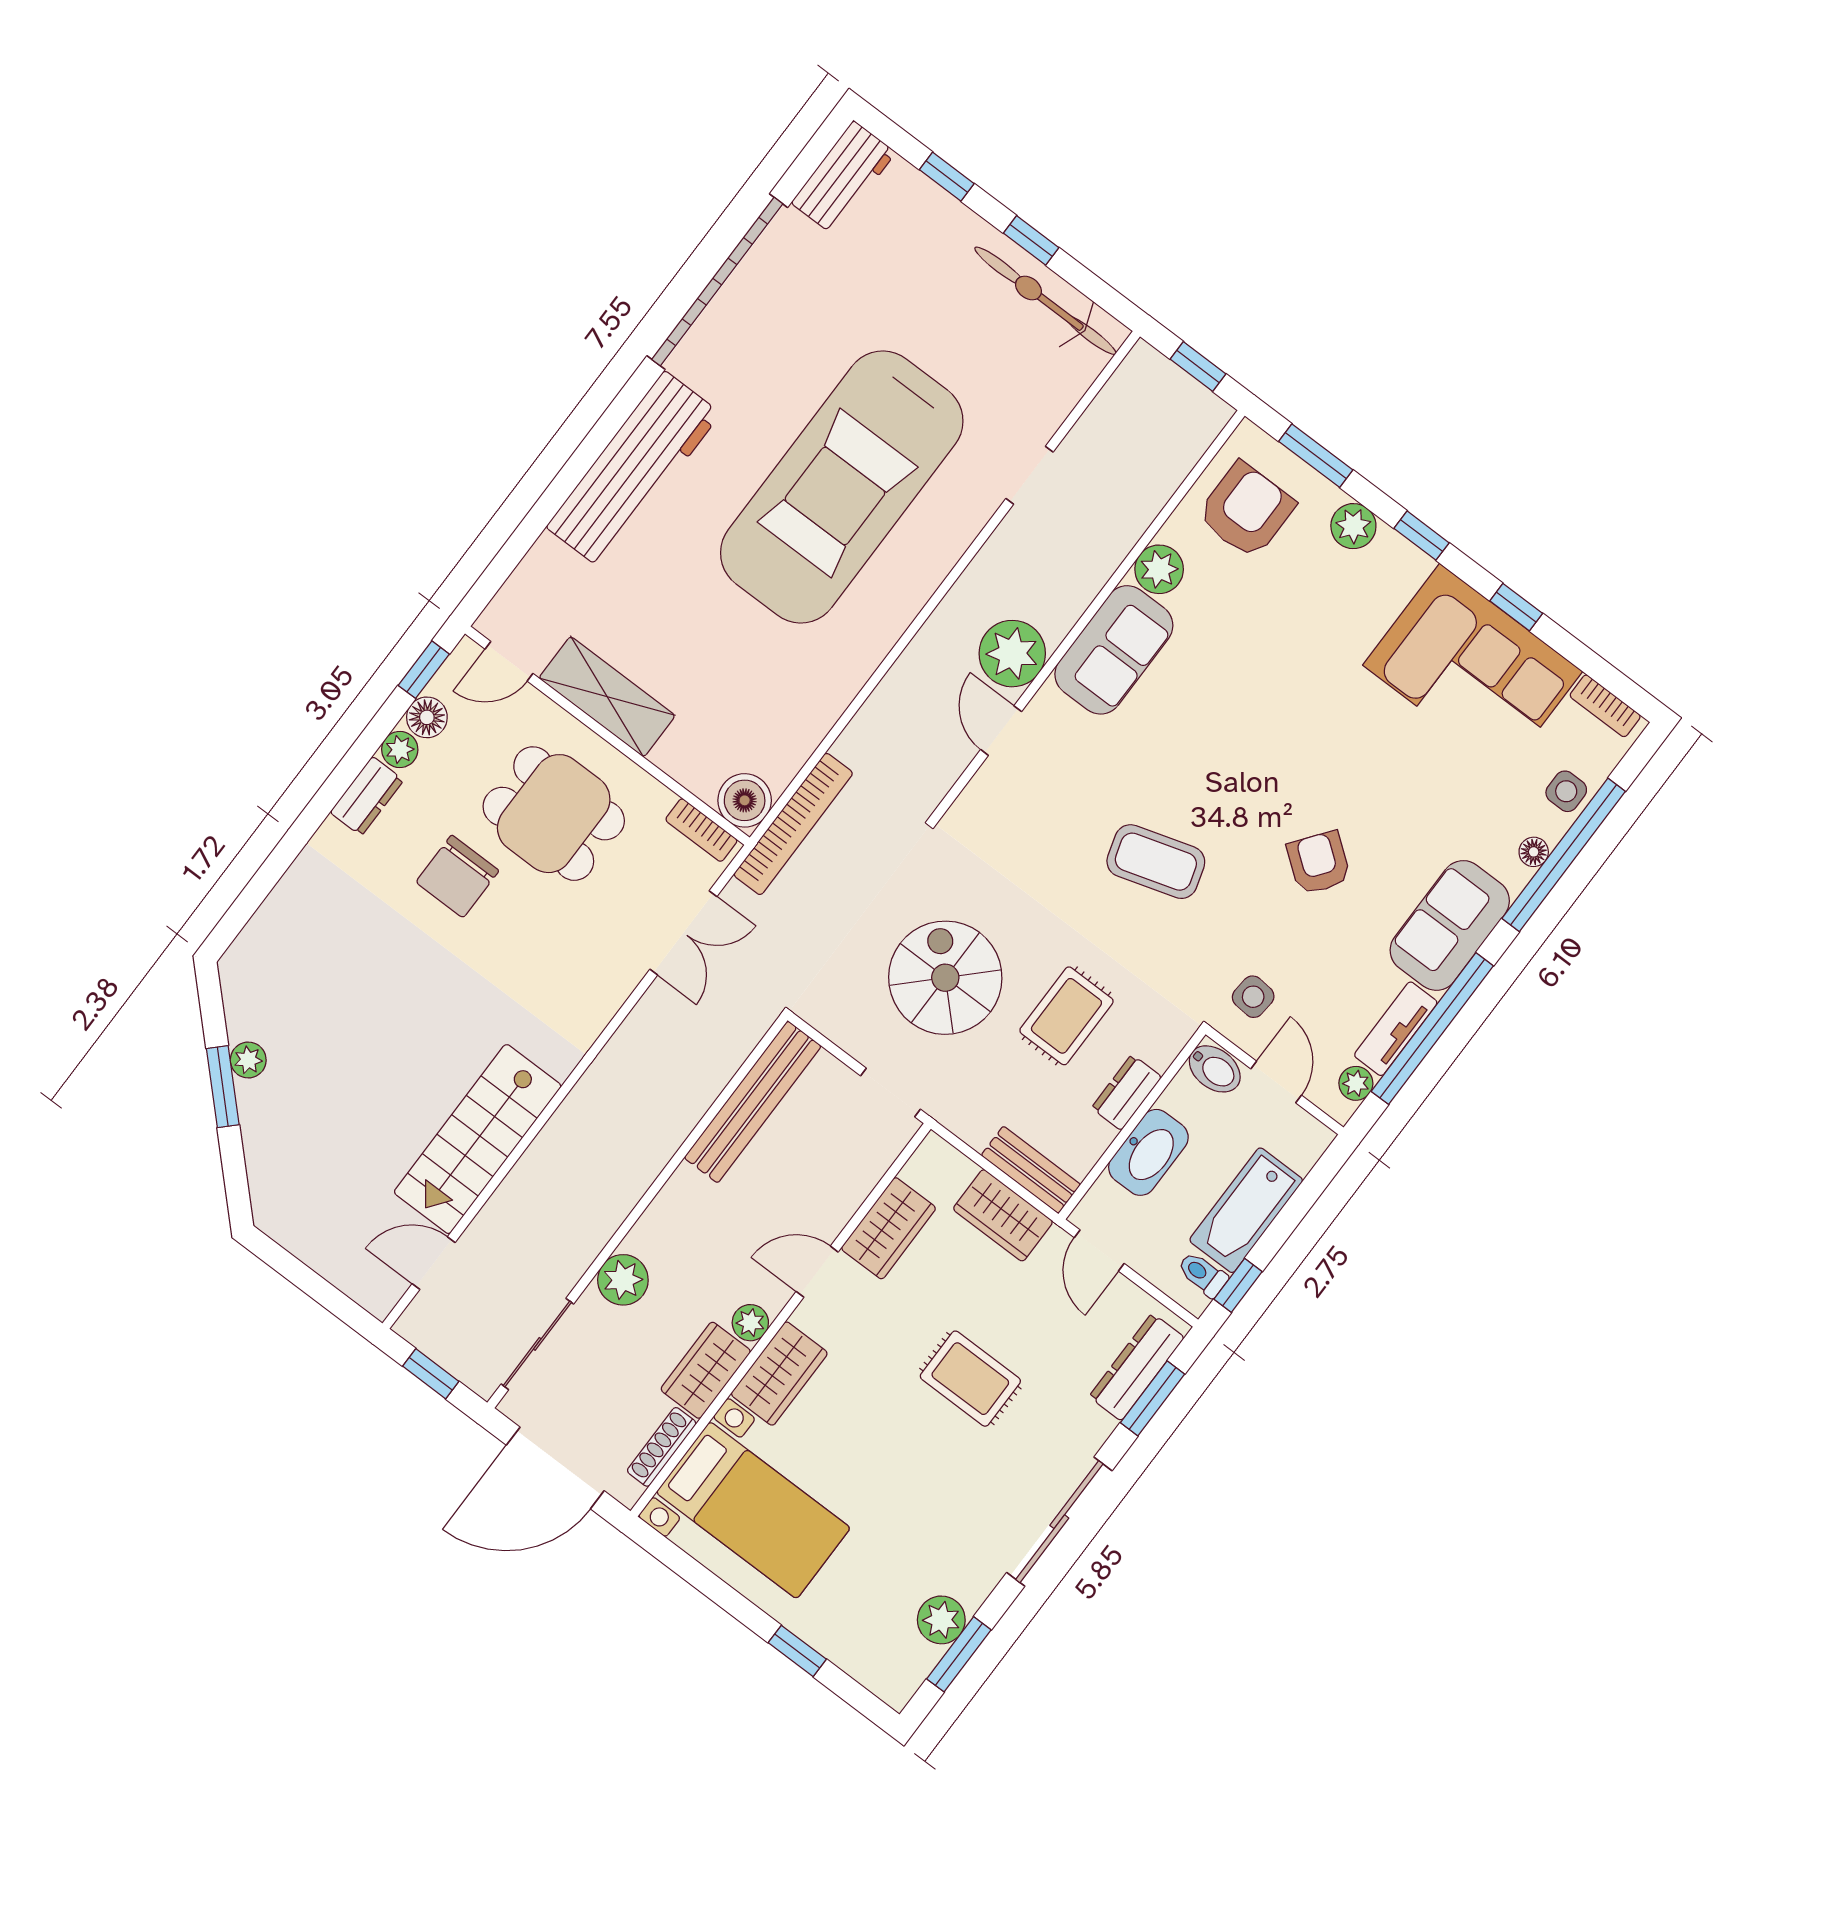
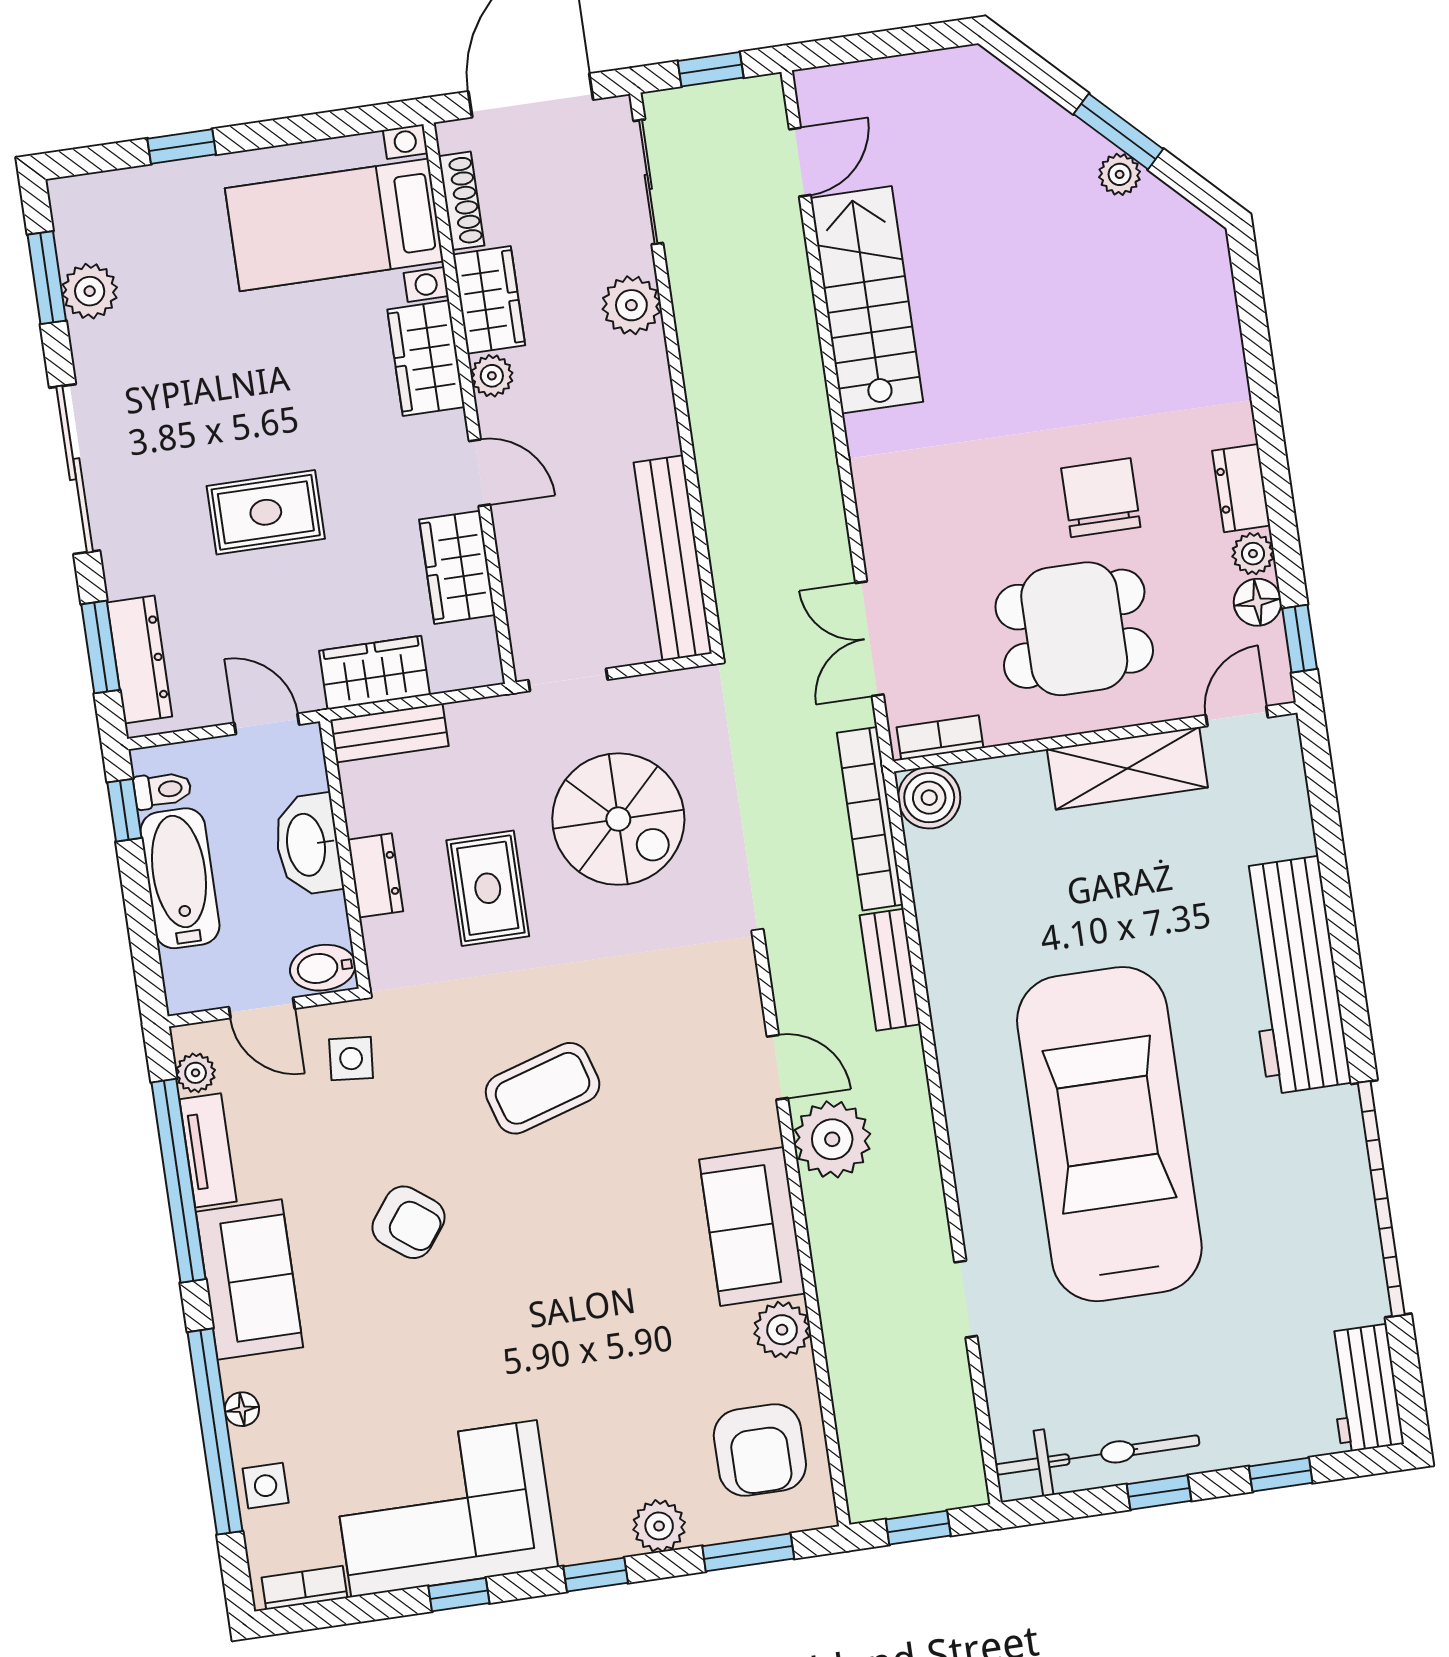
bench: (874, 720) -> (890, 970), added
door: (817, 1272) -> (480, 473), hinge flipped

